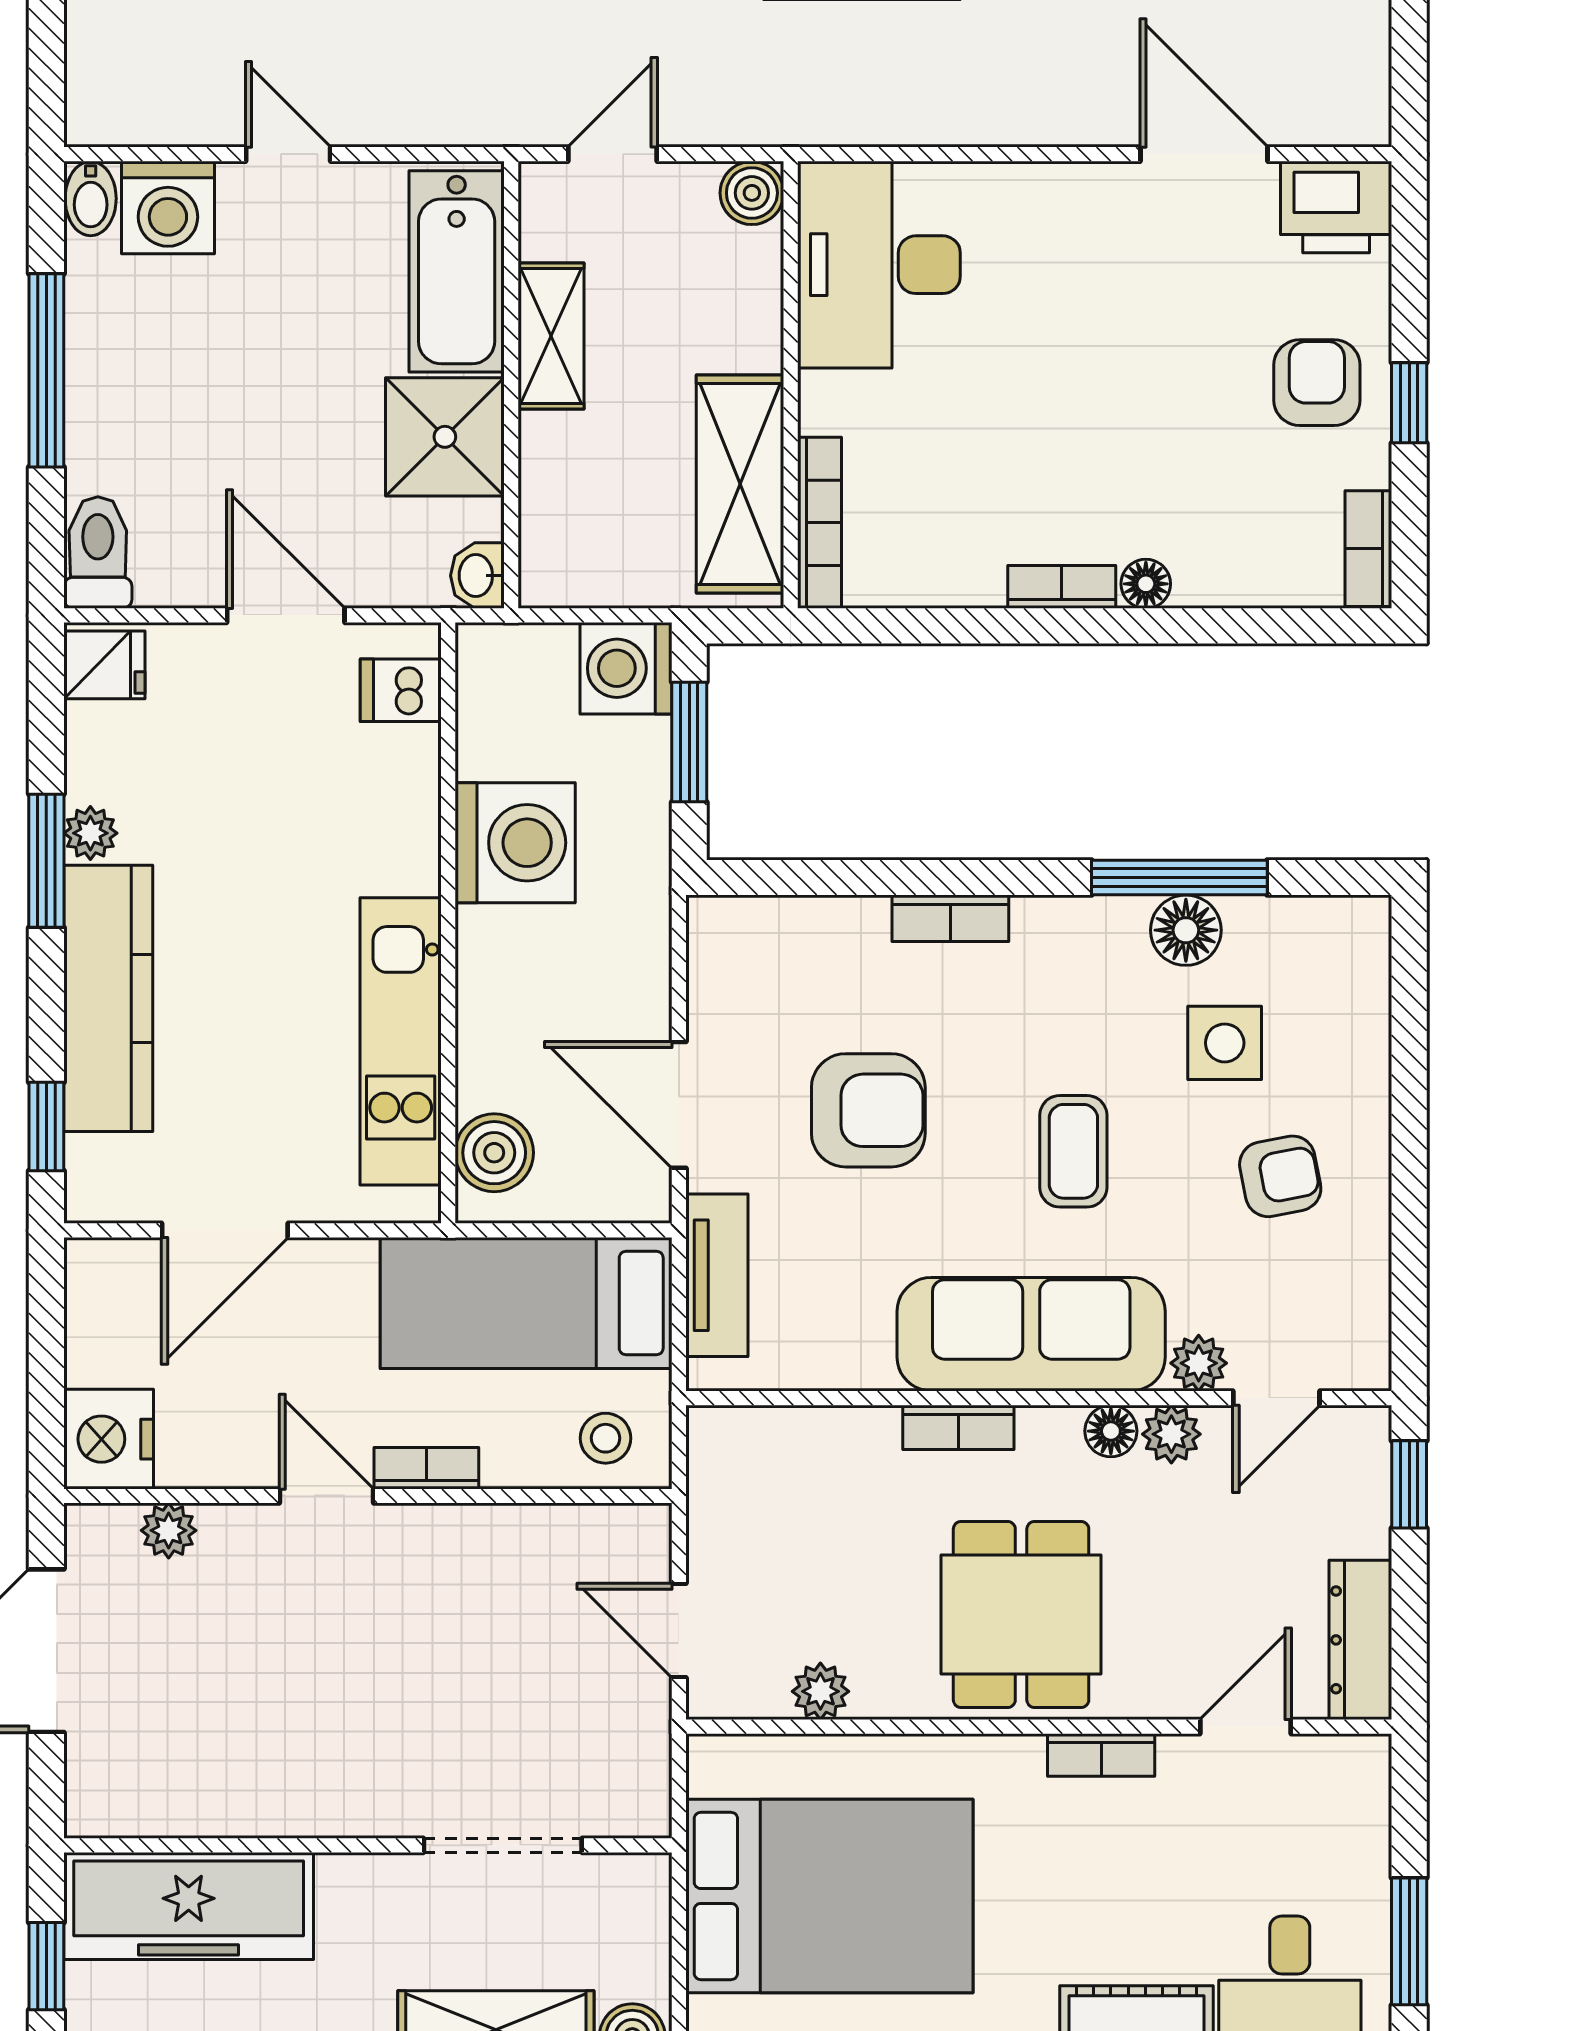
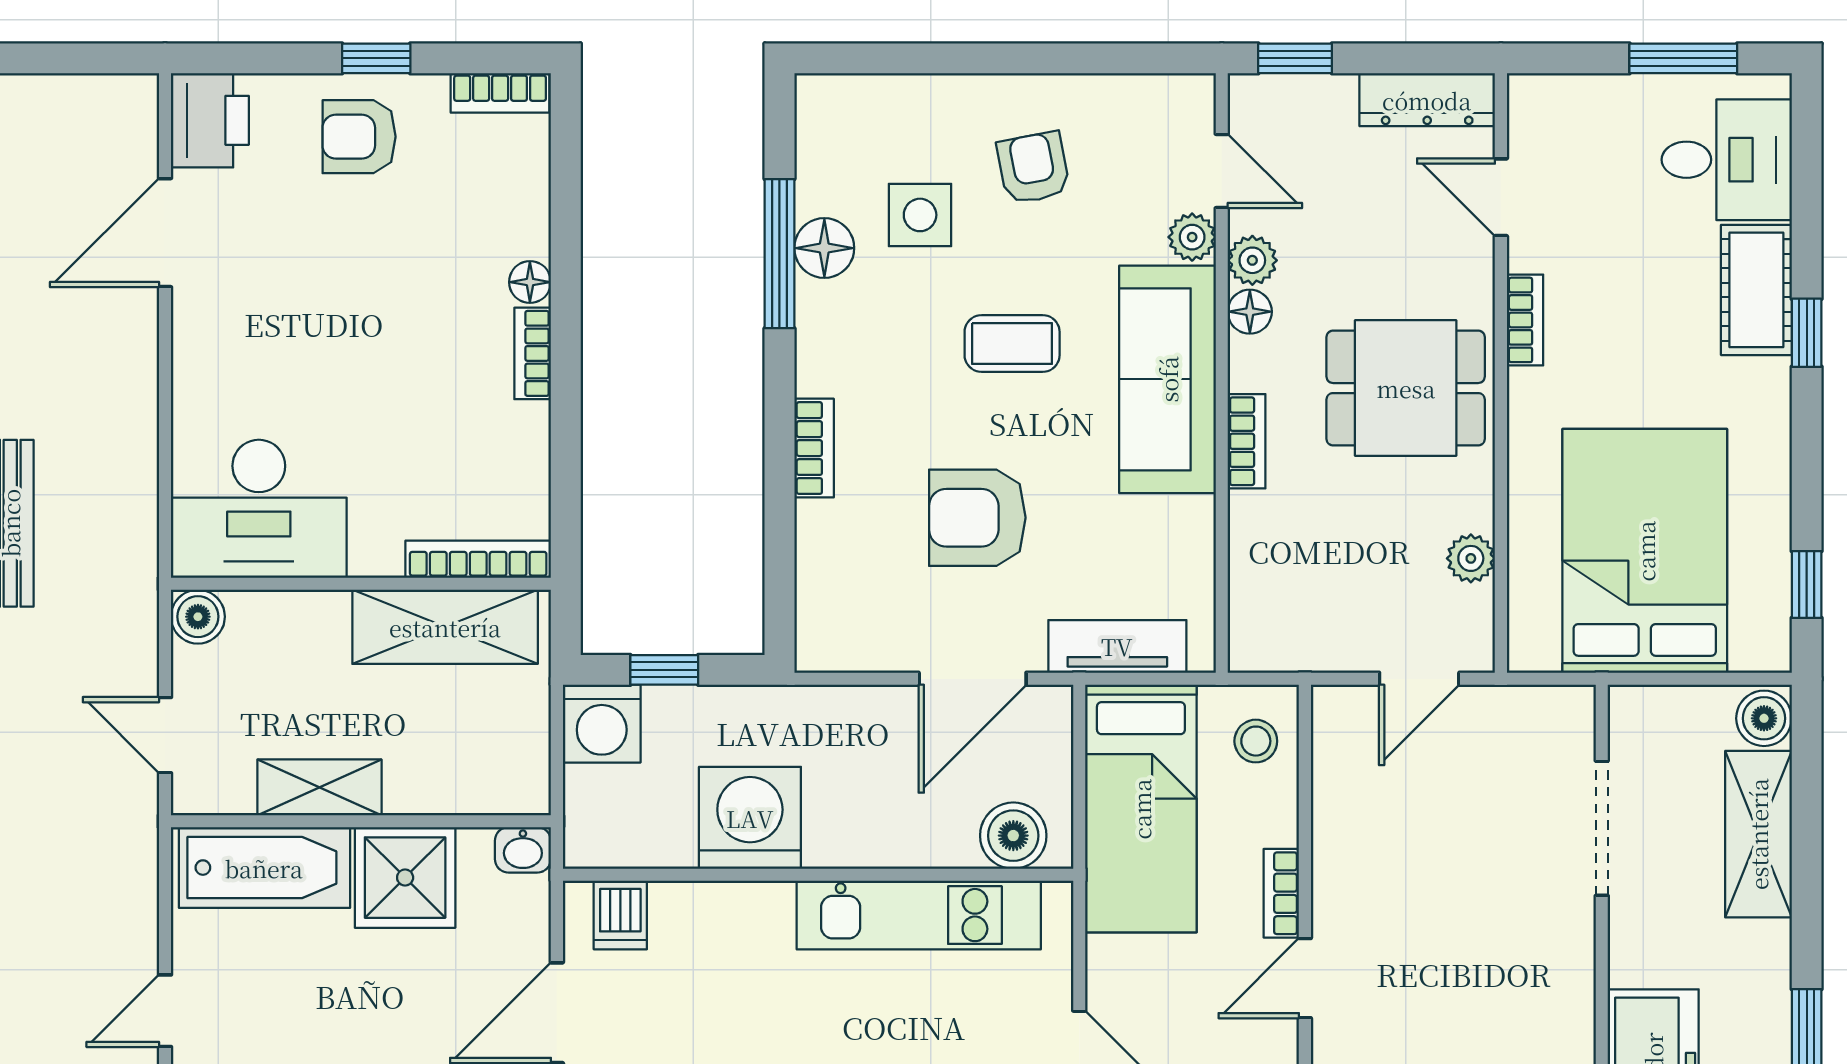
window: (689, 742) -> (664, 670), width x0.67
armchair: (868, 1110) -> (977, 518), turned -90

